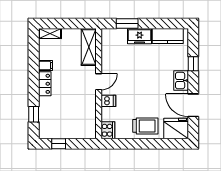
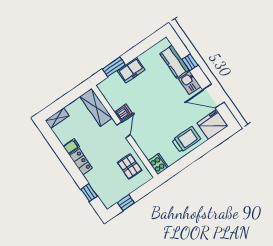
kitchen counter: (168, 36) -> (175, 62), moved, turned 90
dishwasher: (108, 101) -> (123, 112), moved
pallet: (83, 116) -> (130, 167), added

